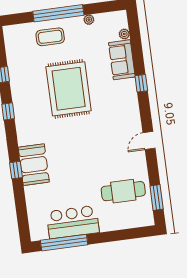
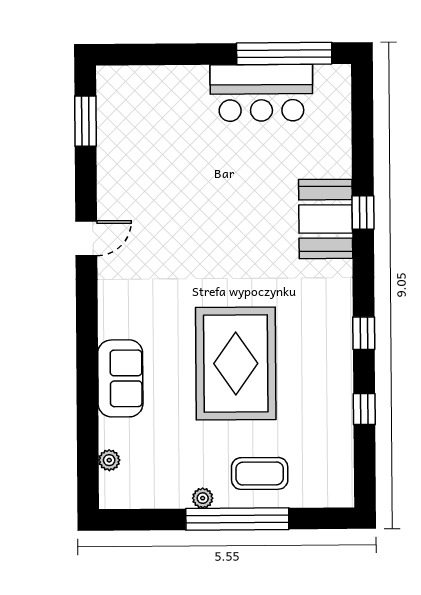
plant: (89, 20) -> (203, 498), moved
sofa: (122, 60) -> (120, 378), moved
window: (141, 83) -> (87, 356), removed
cafe table: (123, 191) -> (151, 142), removed

